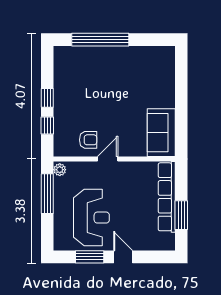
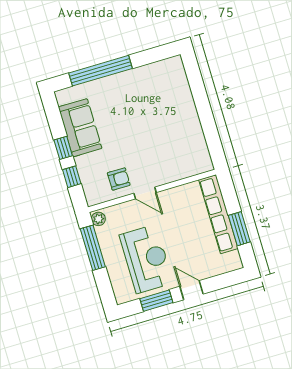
sofa: (161, 133) -> (80, 128), moved, turned 180
door: (108, 159) -> (145, 193), swing flipped

